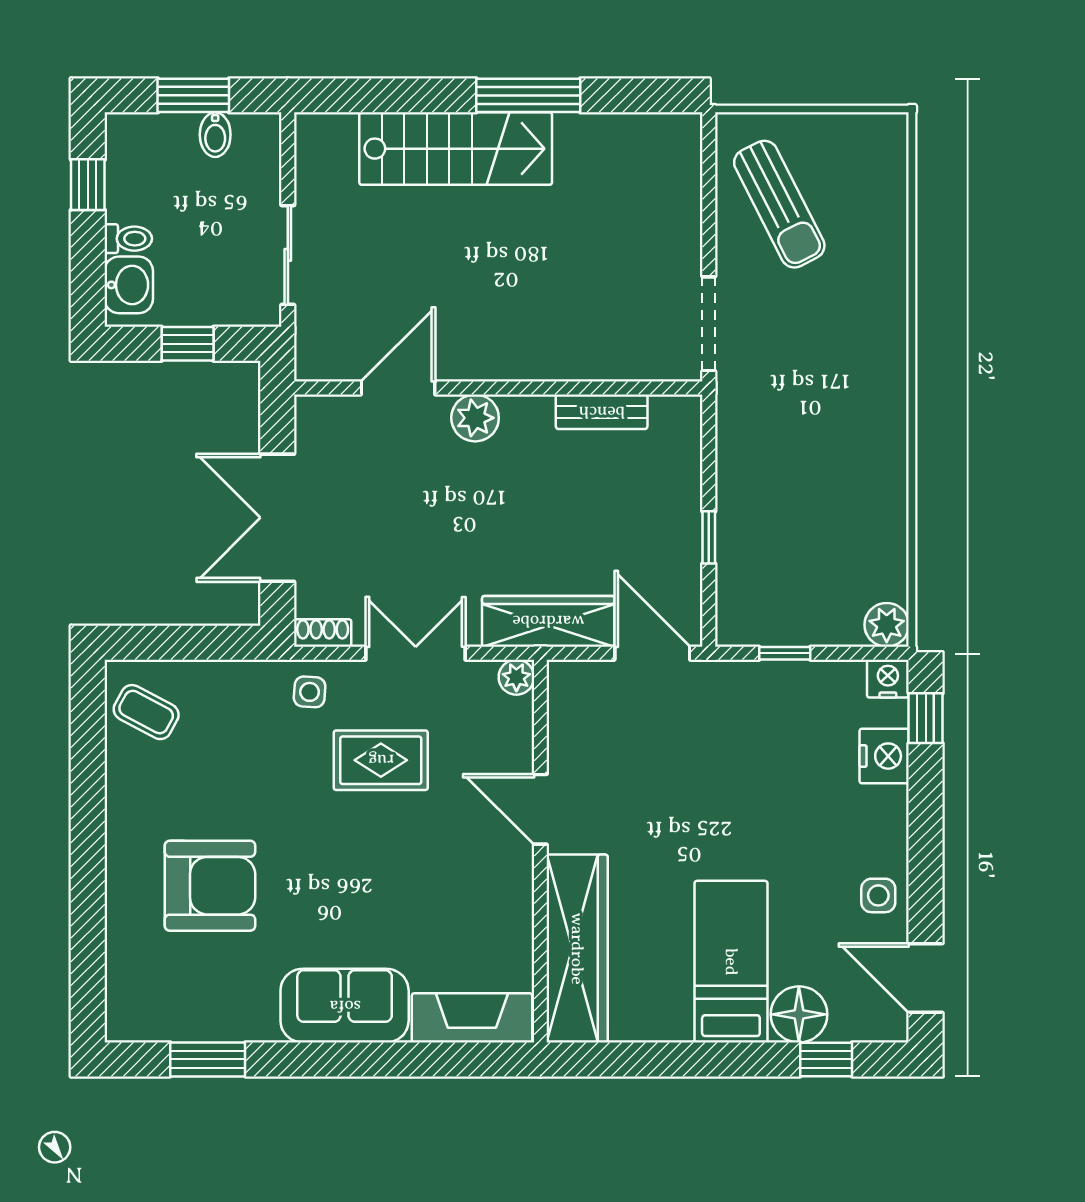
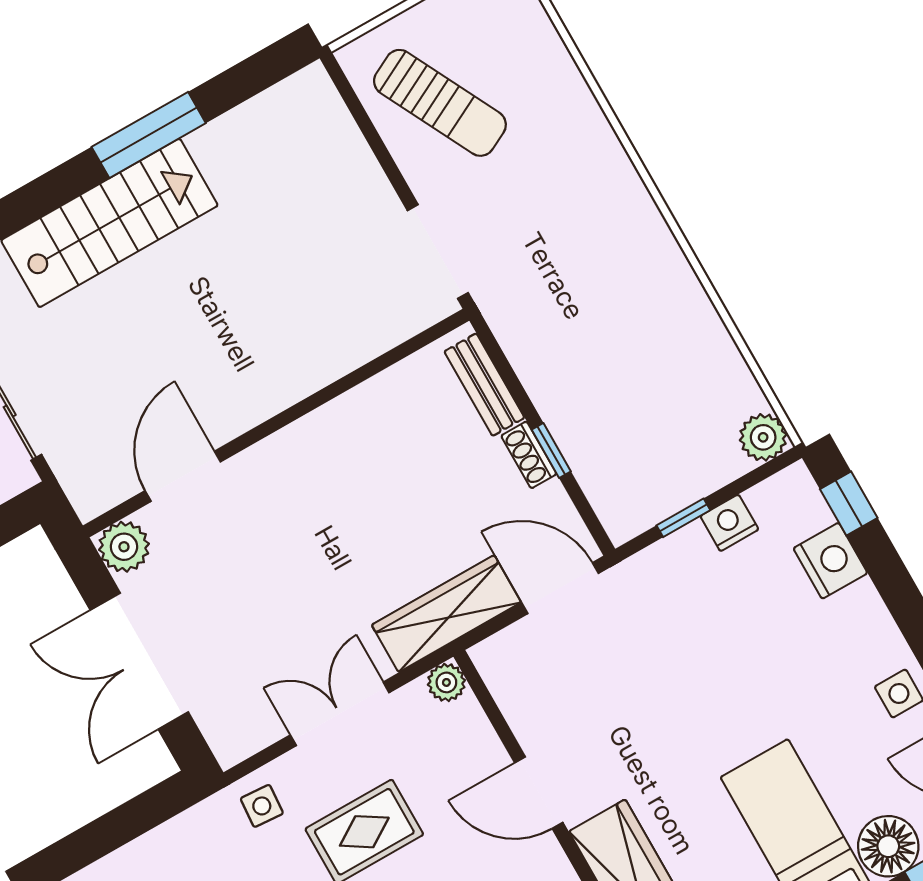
bench: (602, 412) -> (484, 385), moved, turned 90
plant: (475, 418) -> (124, 547), moved
shoe rack: (323, 633) -> (529, 455), moved, turned -90
nightstand: (888, 679) -> (729, 523), moved

